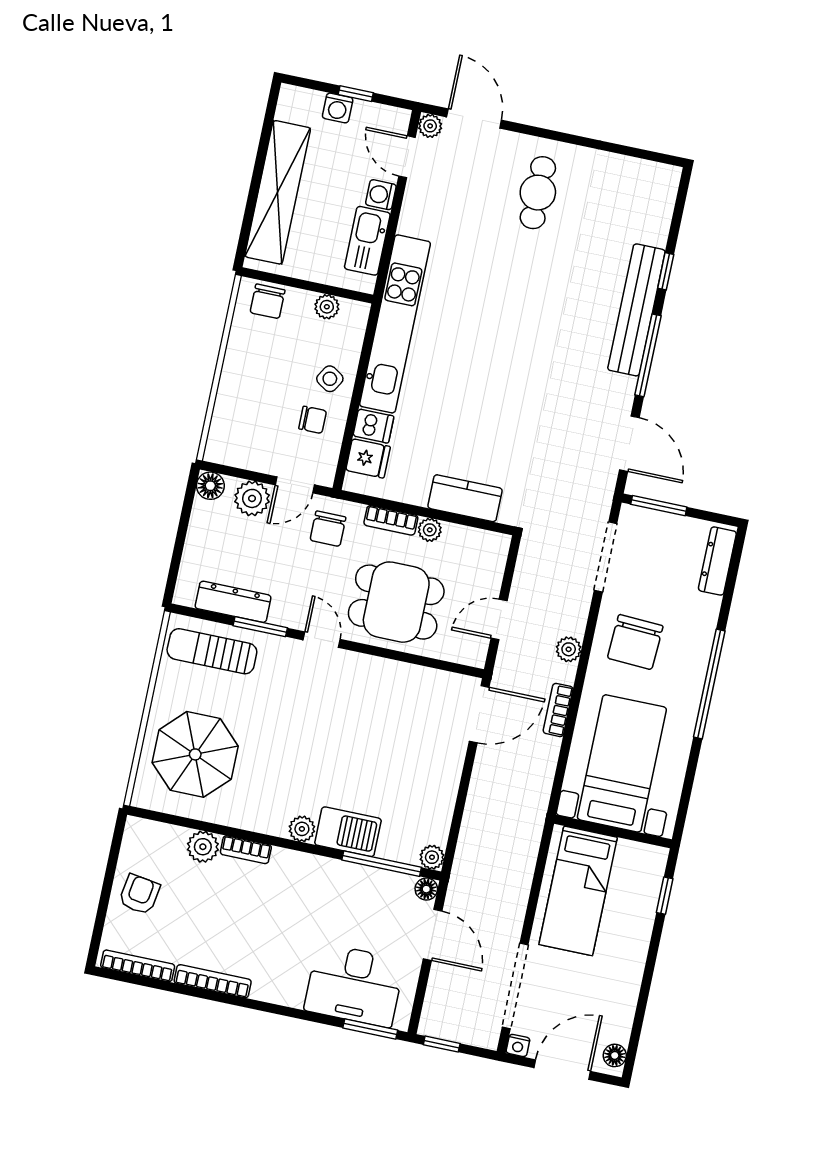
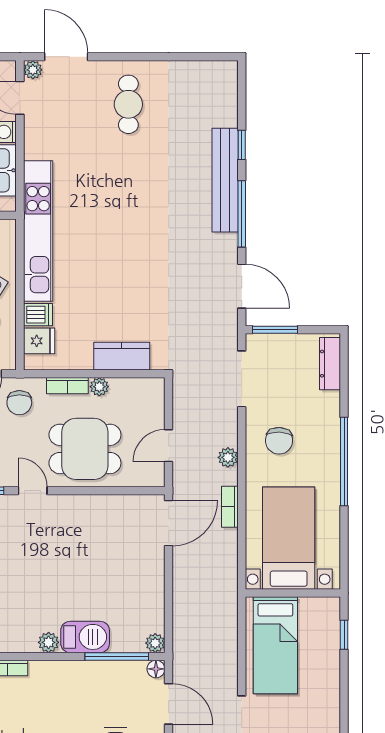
chair: (635, 642) -> (279, 441), width x0.73, depth x0.73

